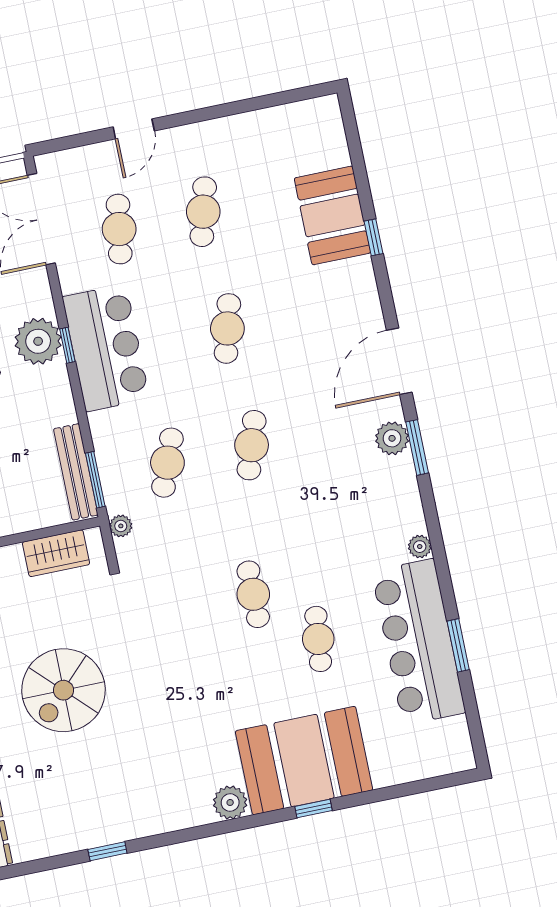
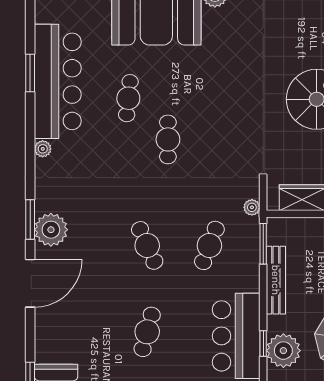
plant: (392, 438) -> (51, 230), width x1.36, depth x1.36
cafe table: (252, 445) -> (147, 245), turned -42
bench: (76, 472) -> (276, 280), moved

